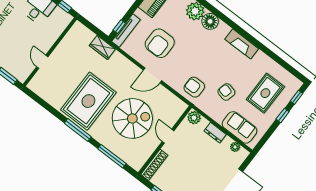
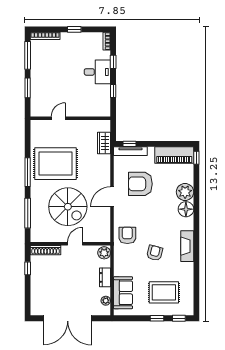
wall: (50, 52) -> (70, 118), moved
door: (42, 62) -> (58, 118), moved
door: (152, 75) -> (112, 197), hinge flipped
armchair: (226, 92) -> (155, 253), moved

